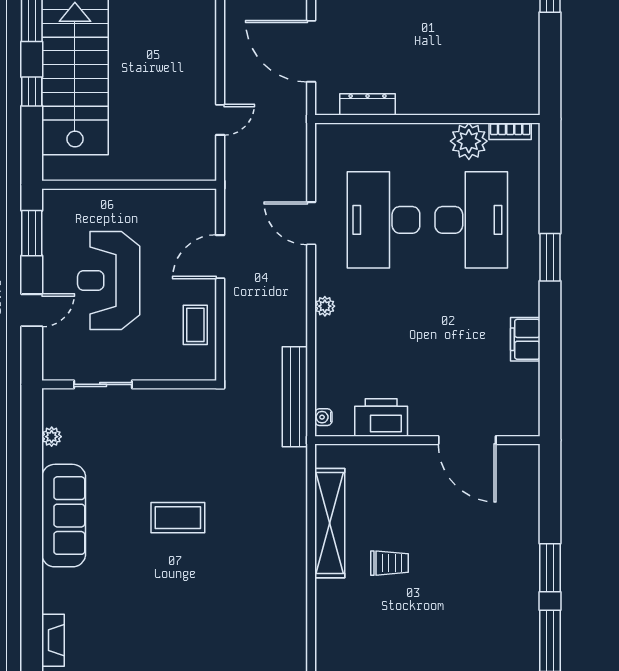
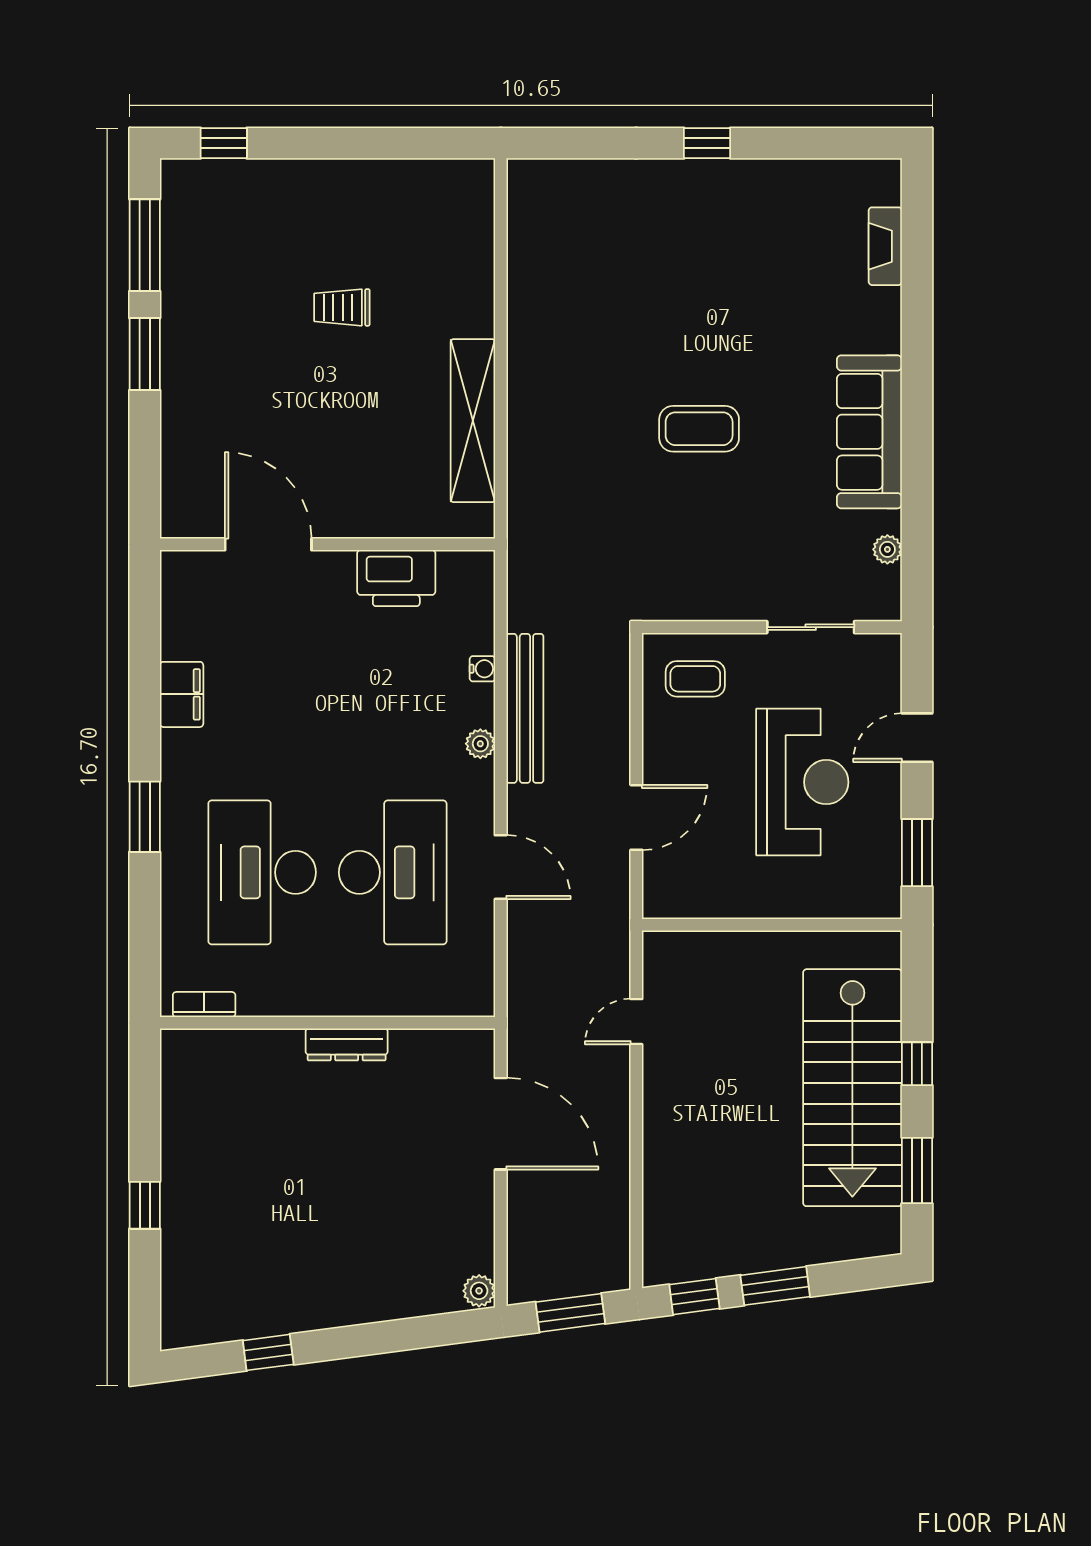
dresser: (368, 104) -> (347, 1044), moved
plant: (469, 141) -> (266, 990), removed
coffee table: (195, 325) -> (695, 679), moved, turned 90
bench: (295, 397) -> (525, 708), moved
water cooler: (323, 417) -> (482, 669), moved
trolley: (389, 563) -> (342, 307), moved

